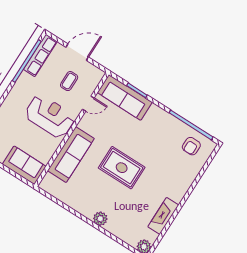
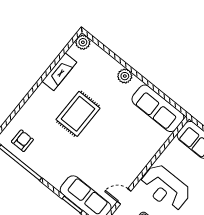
sofa: (71, 155) -> (158, 108), moved, turned -90
rug: (122, 168) -> (78, 114), moved, turned 90

